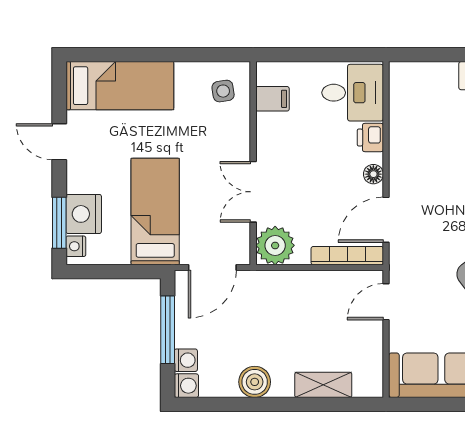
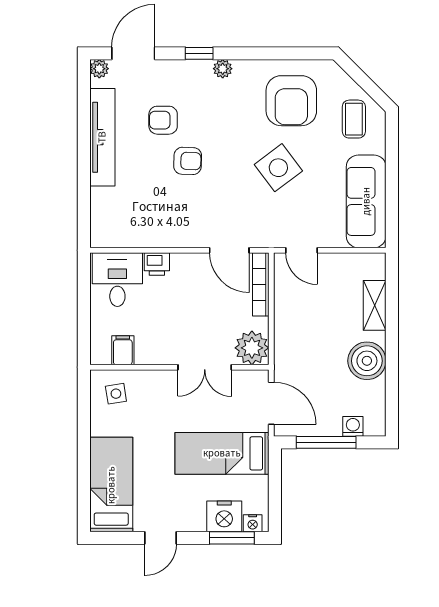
floor lamp: (373, 174) -> (189, 261), removed
boiler: (255, 382) -> (367, 361), width x1.37, depth x1.37
washing machine: (186, 386) -> (375, 426), removed

